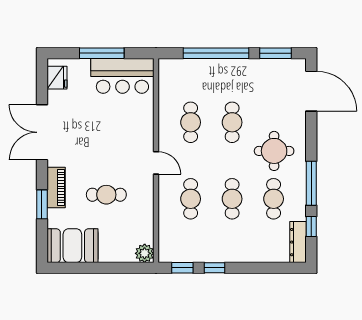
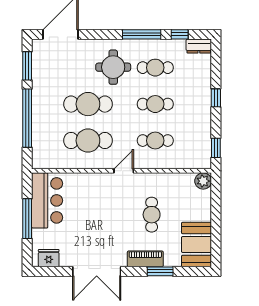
cafe table: (191, 122) -> (88, 141), width x1.37, depth x1.35
cafe table: (232, 122) -> (88, 104), width x1.37, depth x1.35
dresser: (298, 242) -> (199, 46), width x0.70
window: (214, 268) -> (216, 98), moved

